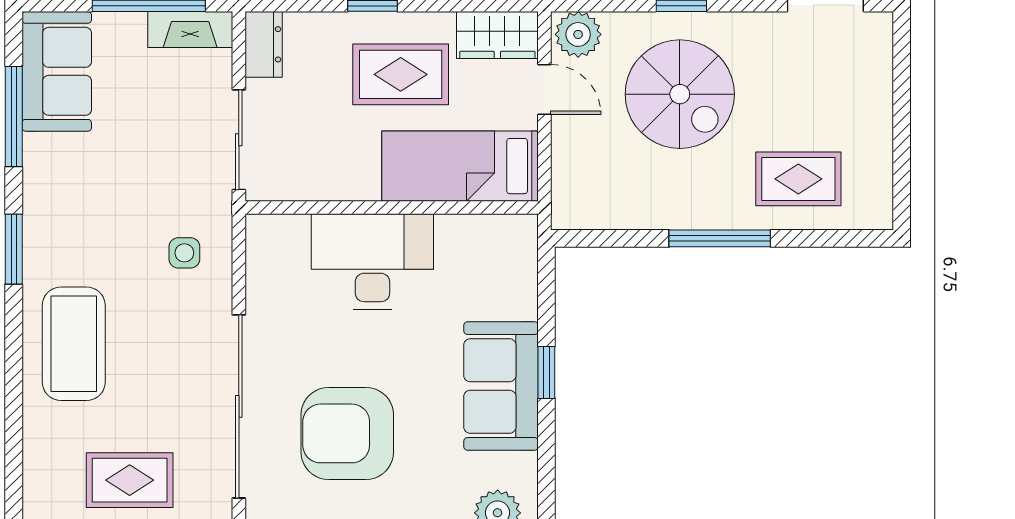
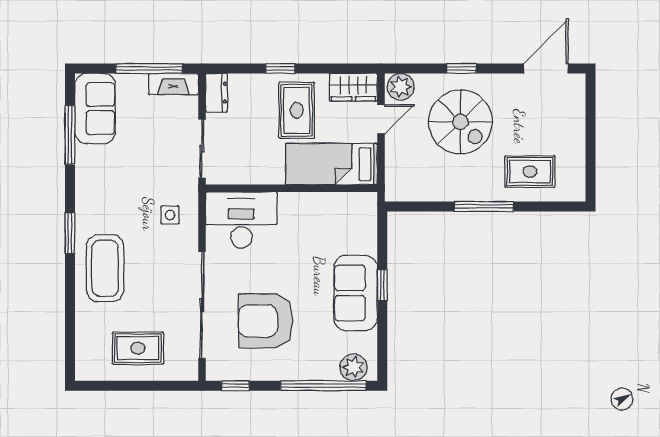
rug: (401, 74) -> (297, 110), turned 90
door: (544, 89) -> (381, 119), hinge flipped
window: (14, 249) -> (70, 233), moved
desk: (372, 262) -> (241, 220), moved

